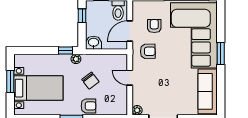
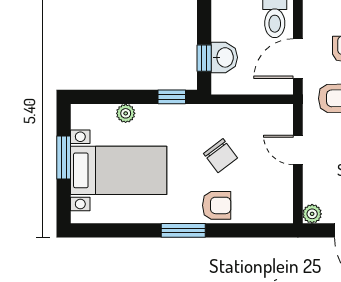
window: (82, 16) -> (204, 58), moved
washbasin: (93, 43) -> (224, 57), moved, turned 90
plant: (76, 59) -> (126, 113), moved

